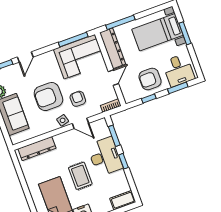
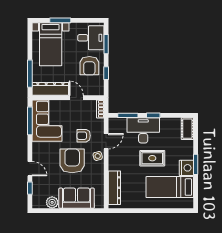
armchair: (48, 97) -> (72, 161), turned 180

